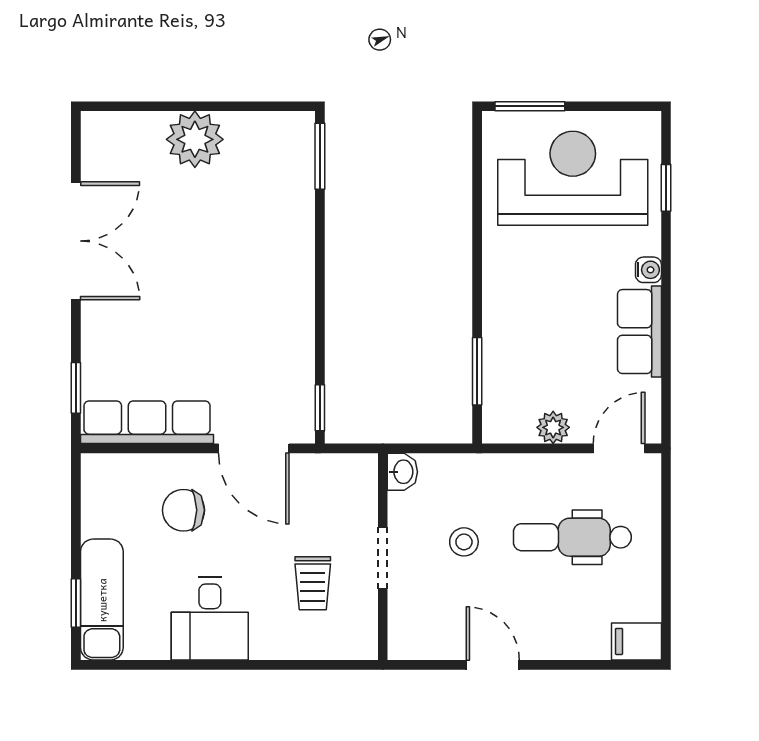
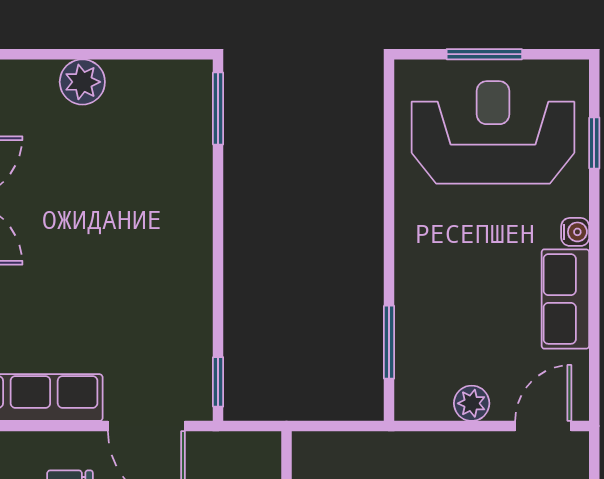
window: (530, 106) -> (484, 54), moved
plant: (195, 139) -> (82, 82), width x0.73, depth x0.73
washbasin: (402, 472) -> (308, 451), removed

